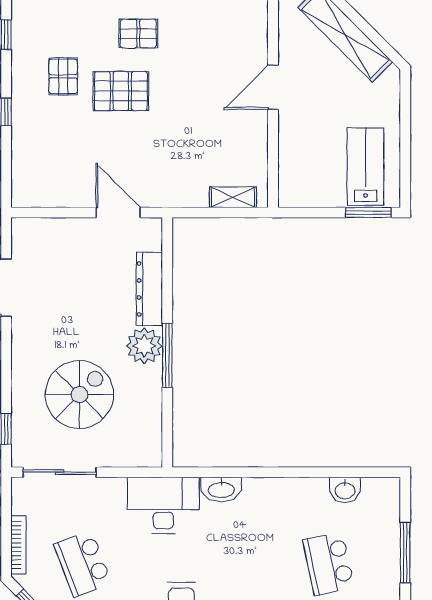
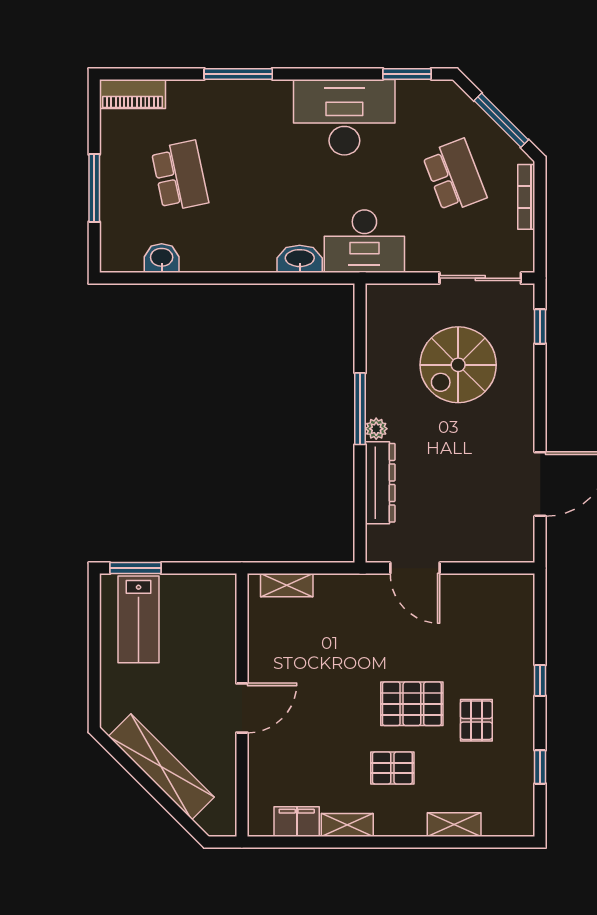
plant: (144, 346) -> (376, 429), width x0.53, depth x0.53

